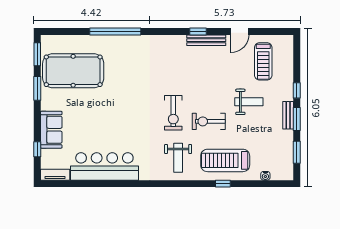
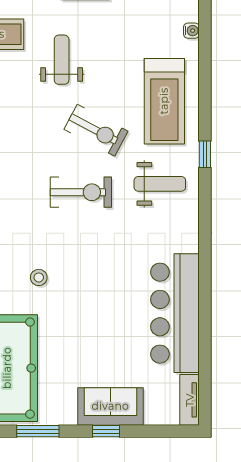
stool: (125, 89) -> (39, 277), added
exercise bike: (209, 121) -> (96, 130), turned -62
window: (37, 149) -> (106, 431), moved
window: (223, 184) -> (205, 154), moved

